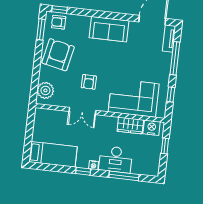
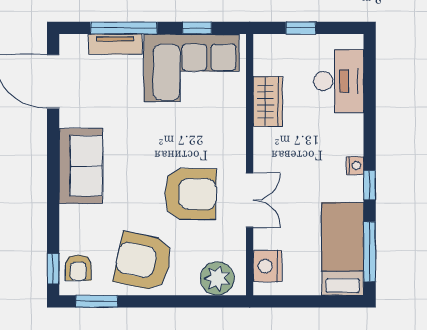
tv unit: (169, 39) -> (115, 44), moved
armchair: (89, 82) -> (190, 194), width x1.88, depth x1.88
corner sofa: (134, 98) -> (191, 68), moved, turned -90
nightstand: (152, 128) -> (267, 266), moved
desk: (116, 159) -> (339, 81), moved
window: (124, 176) -> (370, 252), moved

